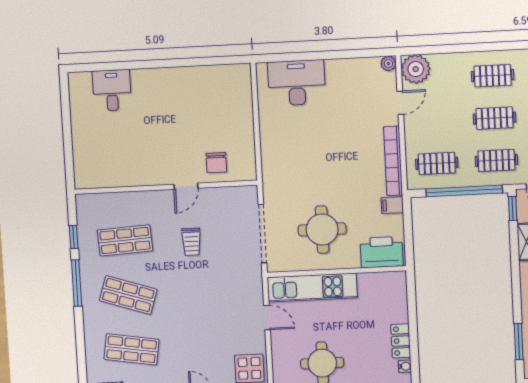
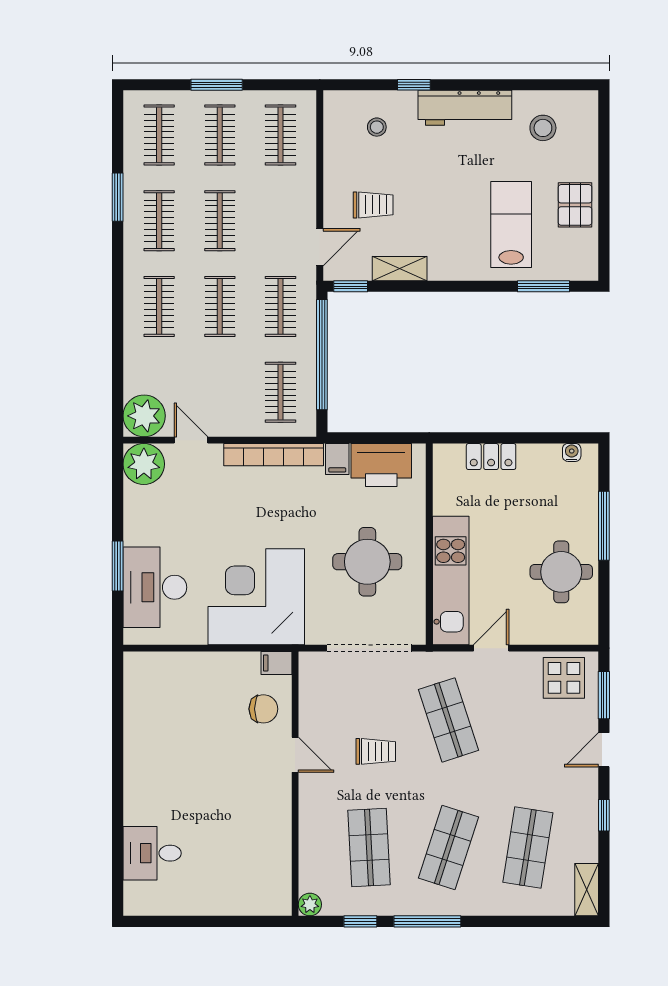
window: (310, 56) -> (118, 566), added
plant: (388, 63) -> (144, 464), width x1.88, depth x1.88
corner desk: (294, 154) -> (256, 597), added
filing cabinet: (249, 170) -> (276, 663), added
plant: (83, 202) -> (310, 904), added
printer: (382, 252) -> (381, 465), moved, turned -90
shop shelf: (216, 291) -> (448, 720), added
locker: (401, 341) -> (491, 457), moved

